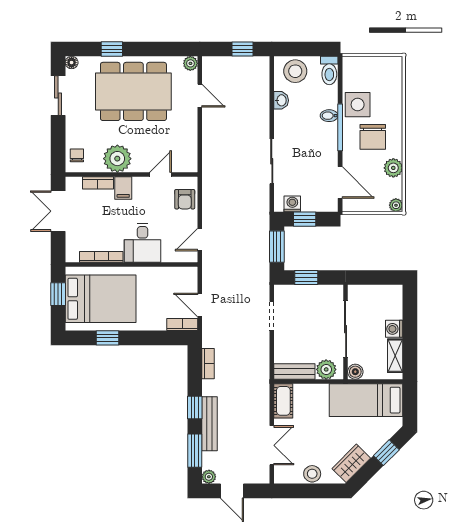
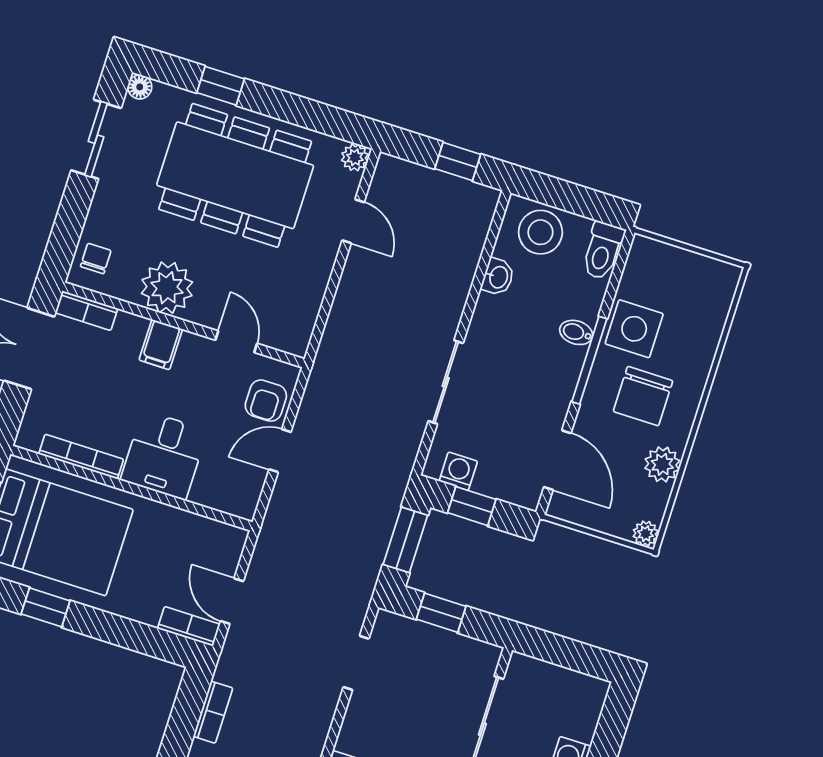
door: (161, 175) -> (236, 342), hinge flipped
bookcase: (98, 183) -> (86, 311), moved
door: (200, 240) -> (280, 451), moved

